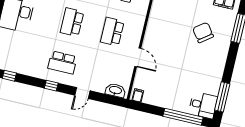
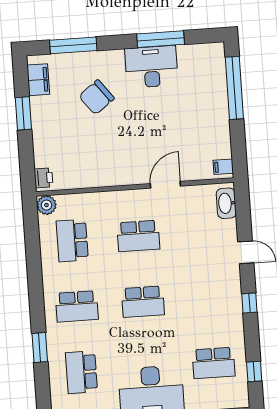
school desk: (62, 63) -> (214, 363), moved, turned 90
window: (222, 97) -> (161, 39), moved
desk: (203, 105) -> (151, 67), moved, width x1.37

